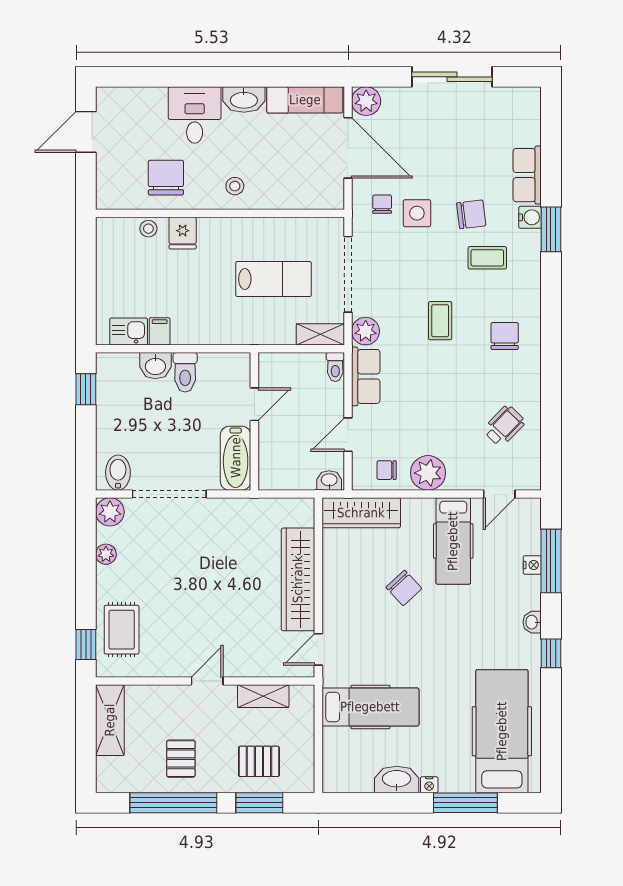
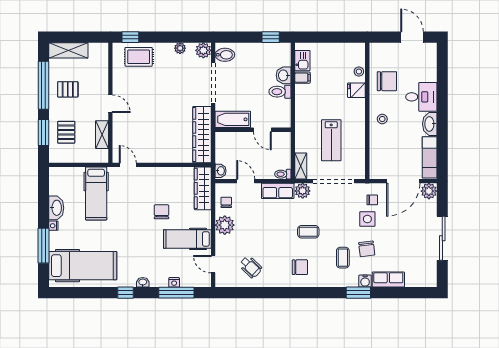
wardrobe: (298, 579) -> (202, 135), moved, turned -90
chair: (404, 588) -> (162, 212), turned 133
shelving: (110, 720) -> (68, 50), moved

